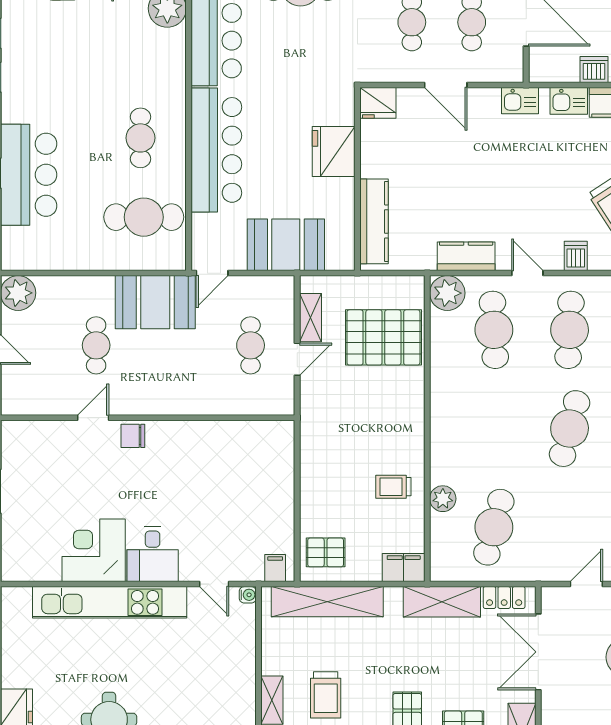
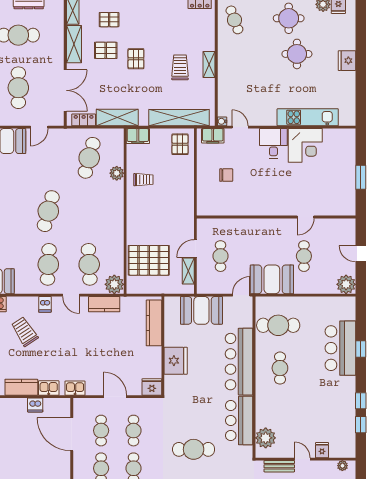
chair: (133, 436) -> (226, 175), moved
pallet: (326, 552) -> (180, 144), turned 90
filing cabinet: (275, 568) -> (213, 136), width x2.00
kitchen unit: (110, 602) -> (308, 117), width x0.73

